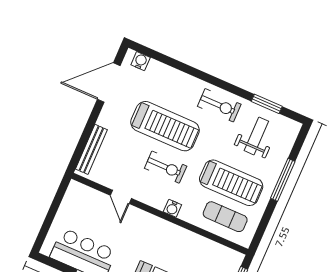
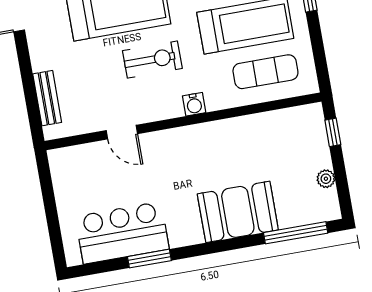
bench: (91, 149) -> (47, 98), width x0.73

